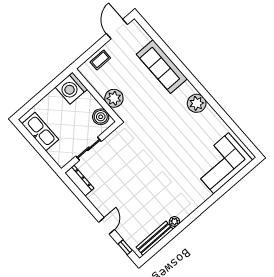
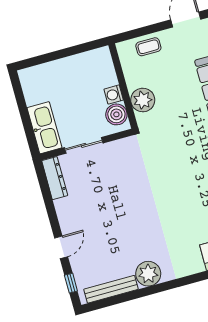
washing machine: (71, 88) -> (114, 95), moved, width x0.53, depth x0.53
kitchen sink: (40, 132) -> (44, 128), moved
plant: (174, 222) -> (148, 274), width x1.88, depth x1.88

